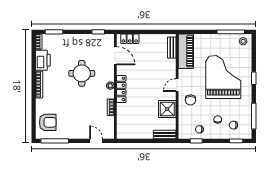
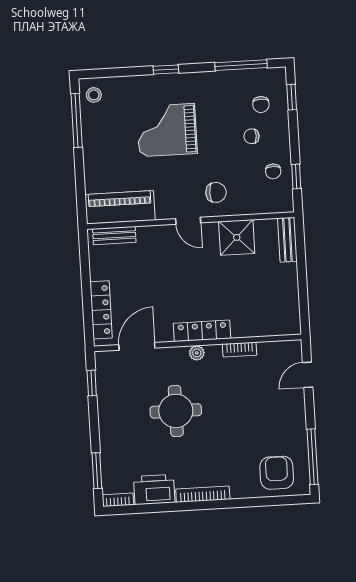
locker: (130, 39) -> (101, 310), width x1.53
grand piano: (223, 77) -> (167, 130), width x0.73, depth x0.68

